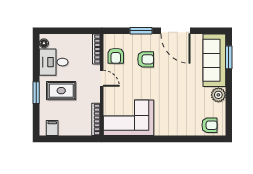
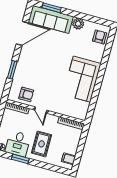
door: (175, 31) -> (22, 33), moved
armchair: (146, 59) -> (35, 72), removed
door: (102, 78) -> (41, 110), swing flipped
window: (36, 93) -> (20, 159), moved
corner sofa: (128, 118) -> (82, 79), moved

